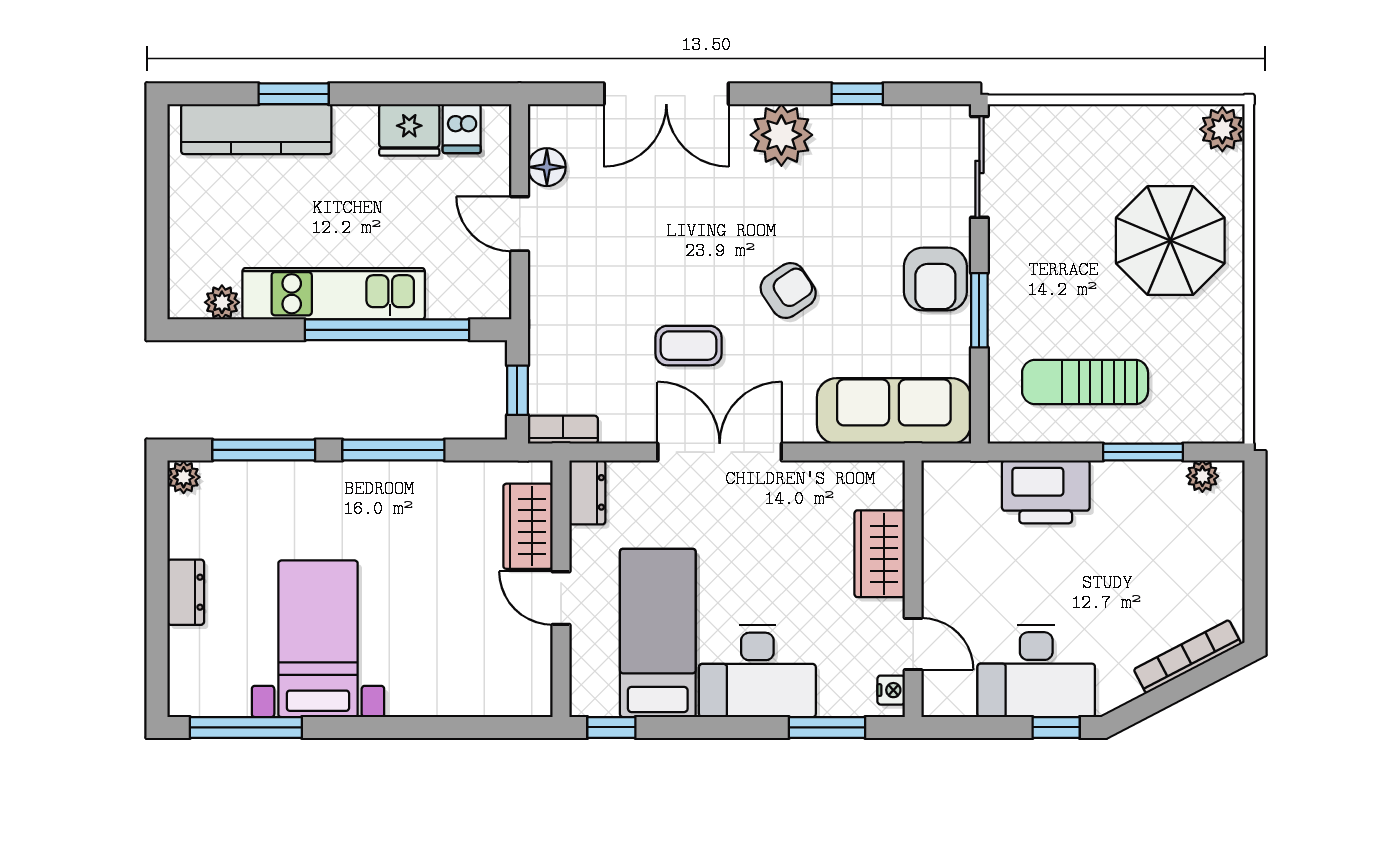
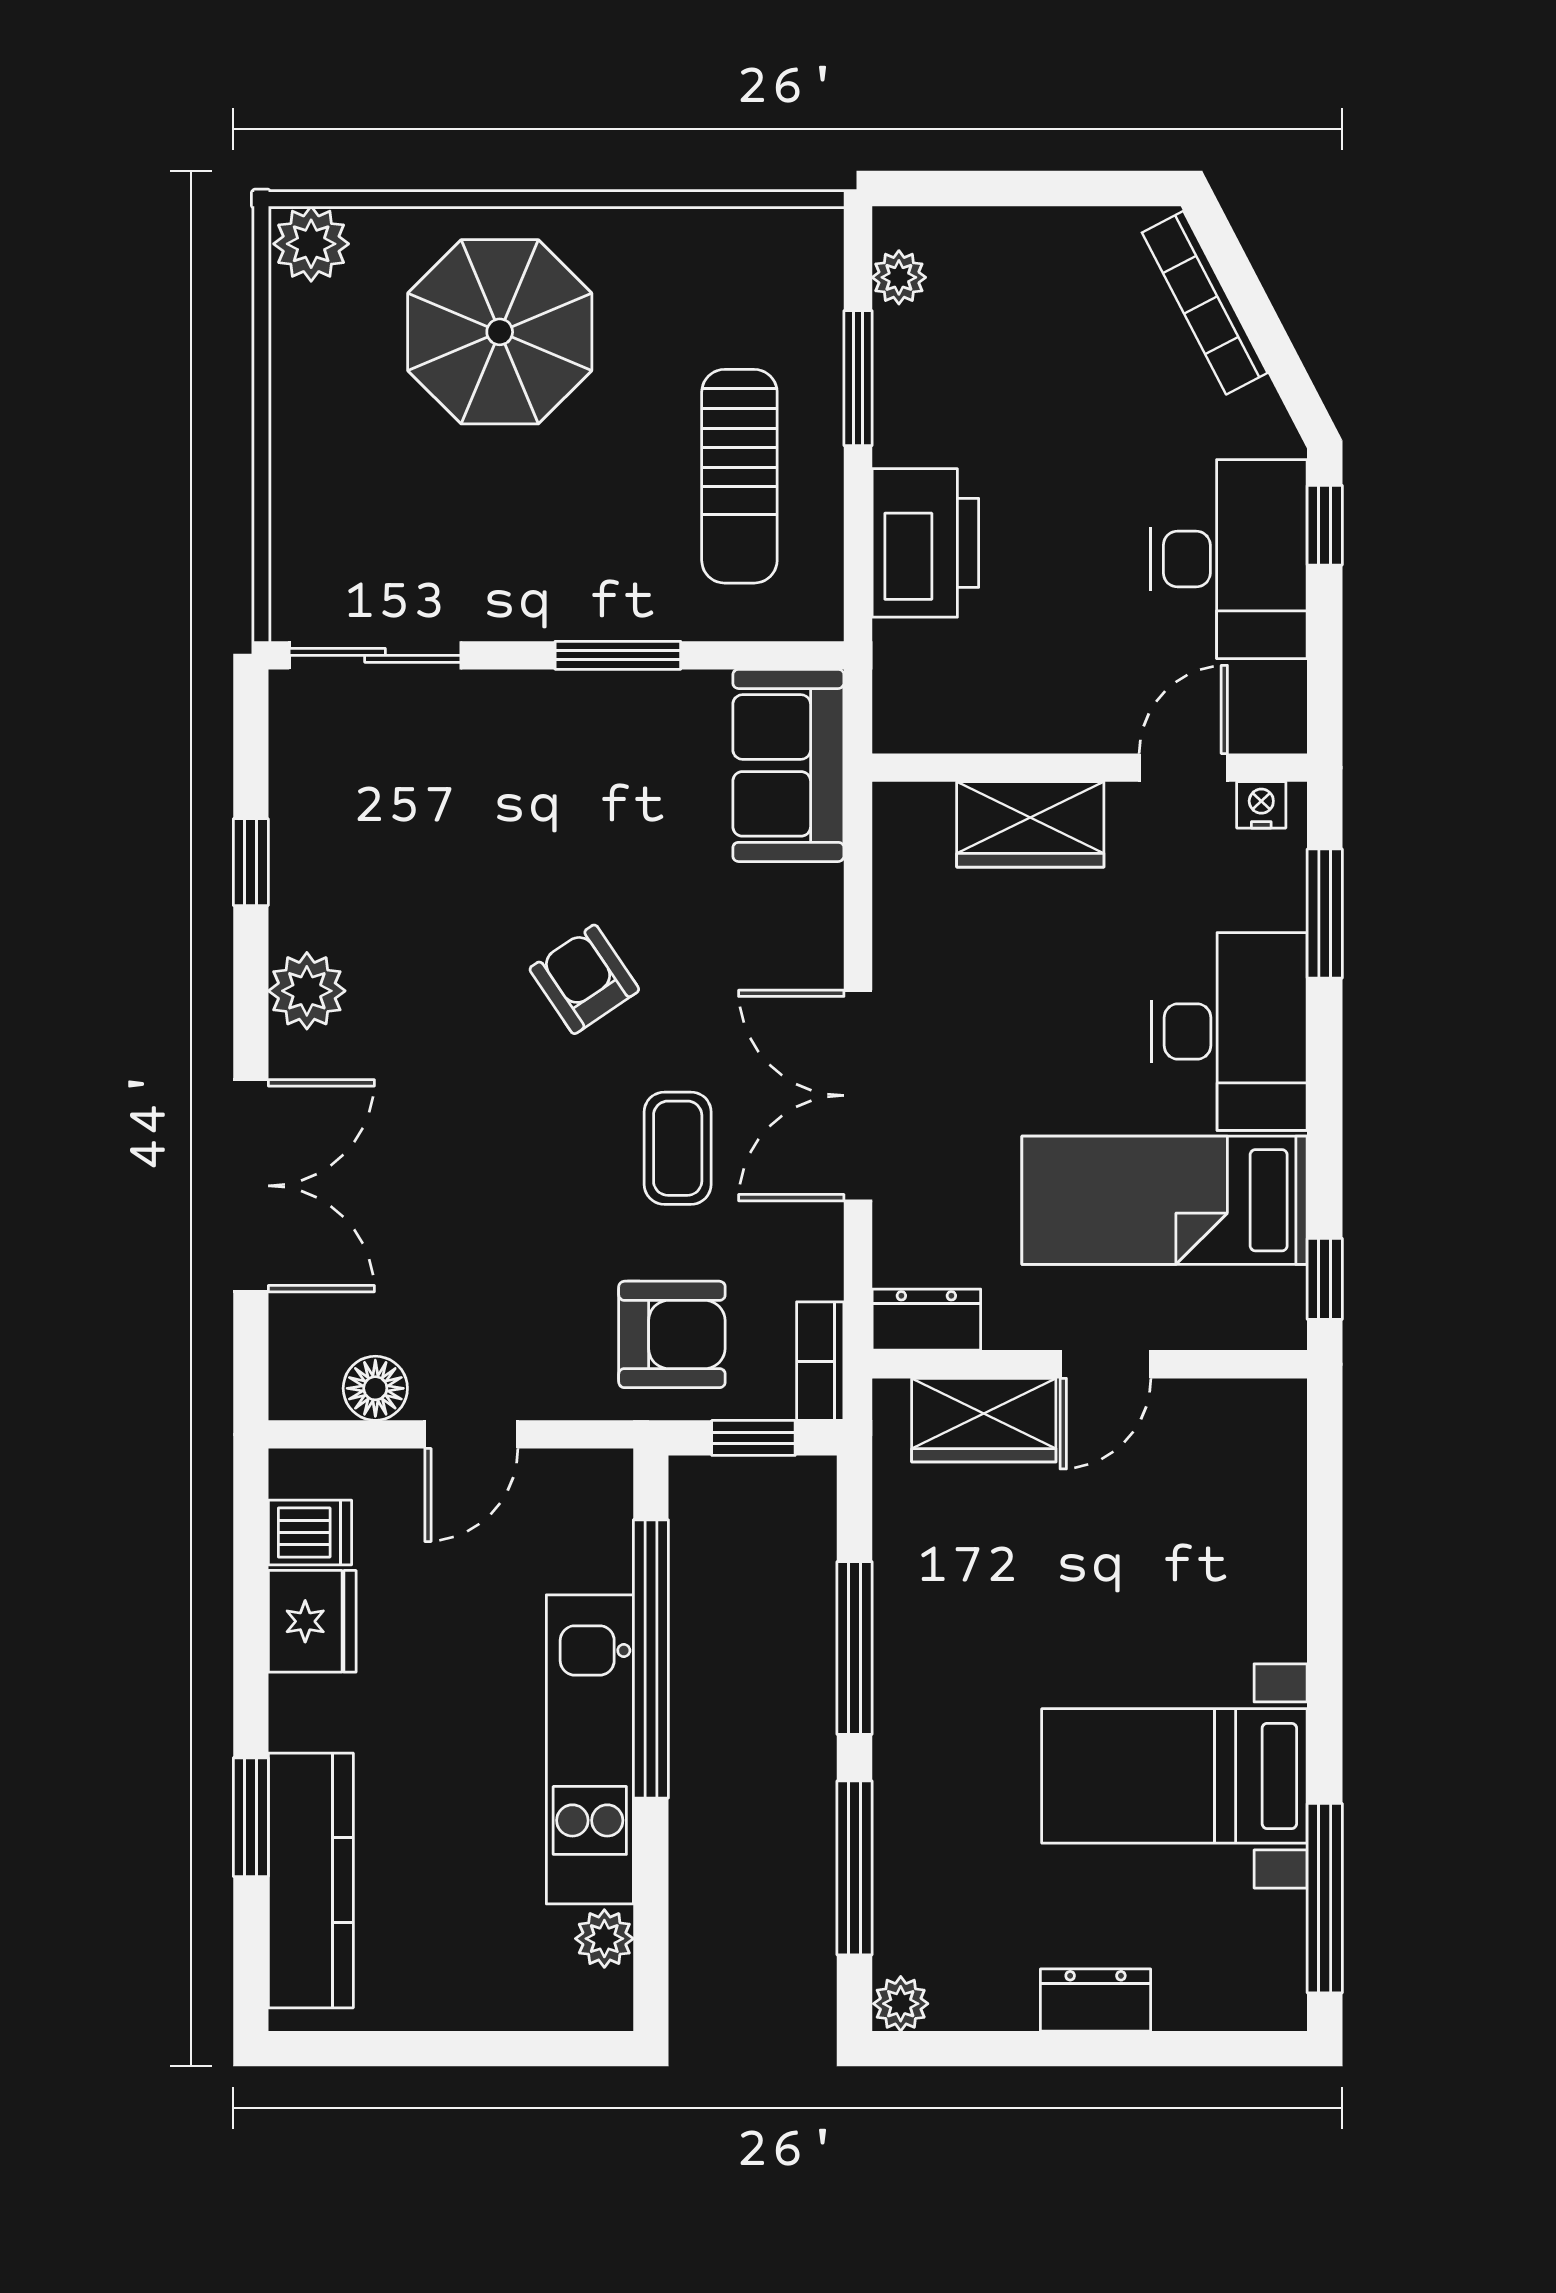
plant: (781, 135) -> (307, 991), width x0.73, depth x0.73
armchair: (935, 279) -> (672, 1334), moved
sofa: (894, 411) -> (788, 765), width x0.73

